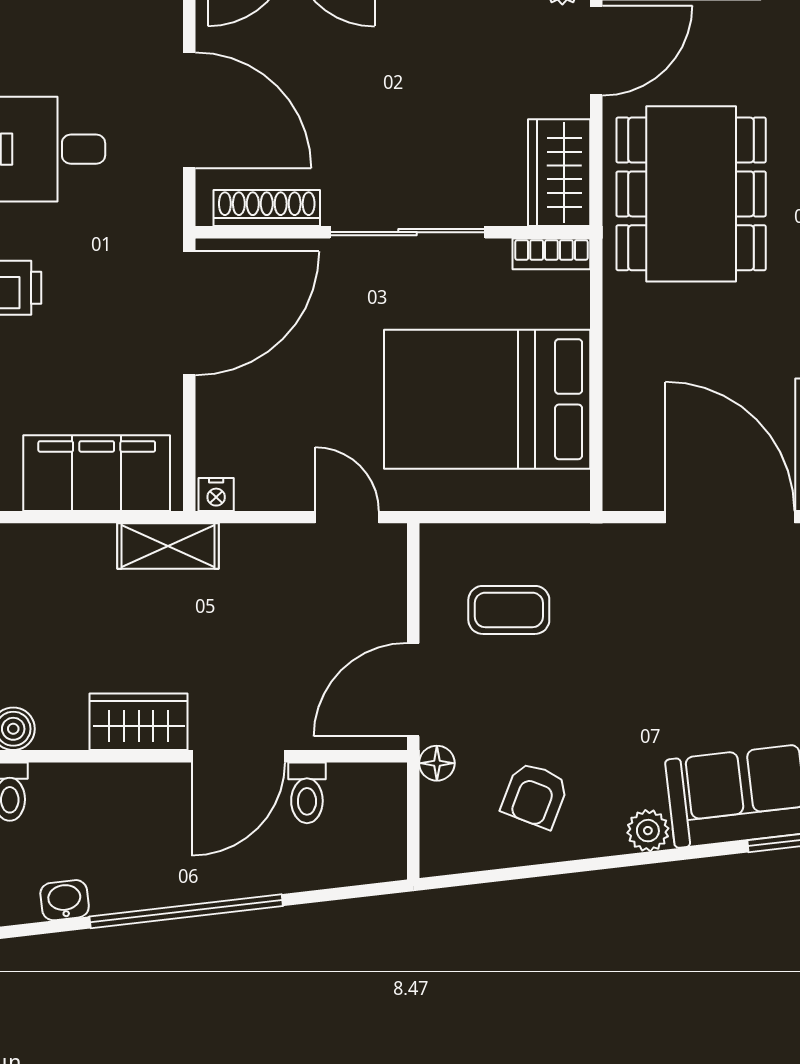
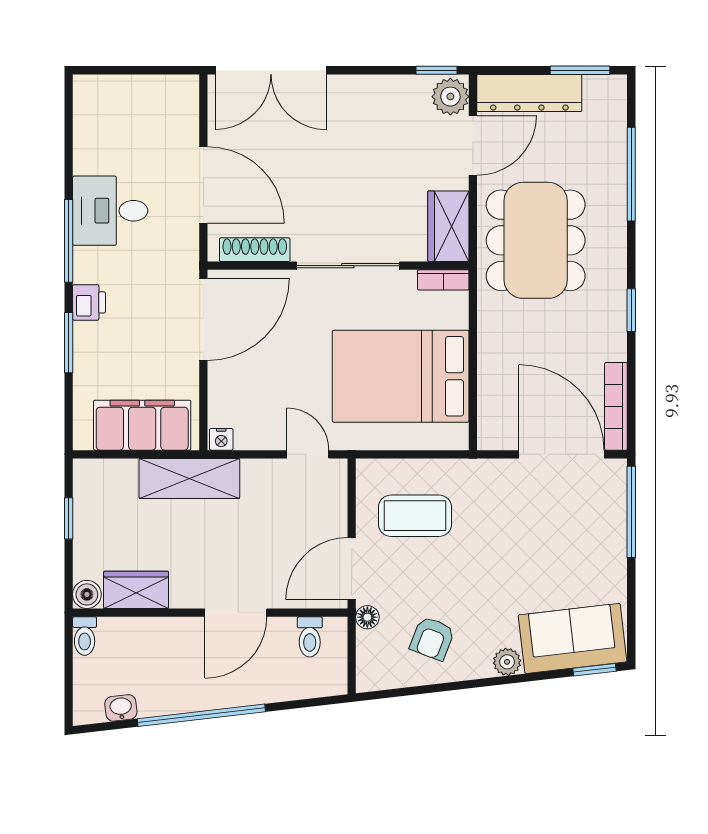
shelving: (168, 546) -> (189, 478), width x1.50, depth x1.33
coffee table: (509, 610) -> (415, 516), width x1.36, depth x1.30
wardrobe: (139, 722) -> (136, 590), moved
toilet: (307, 793) -> (310, 637), moved

